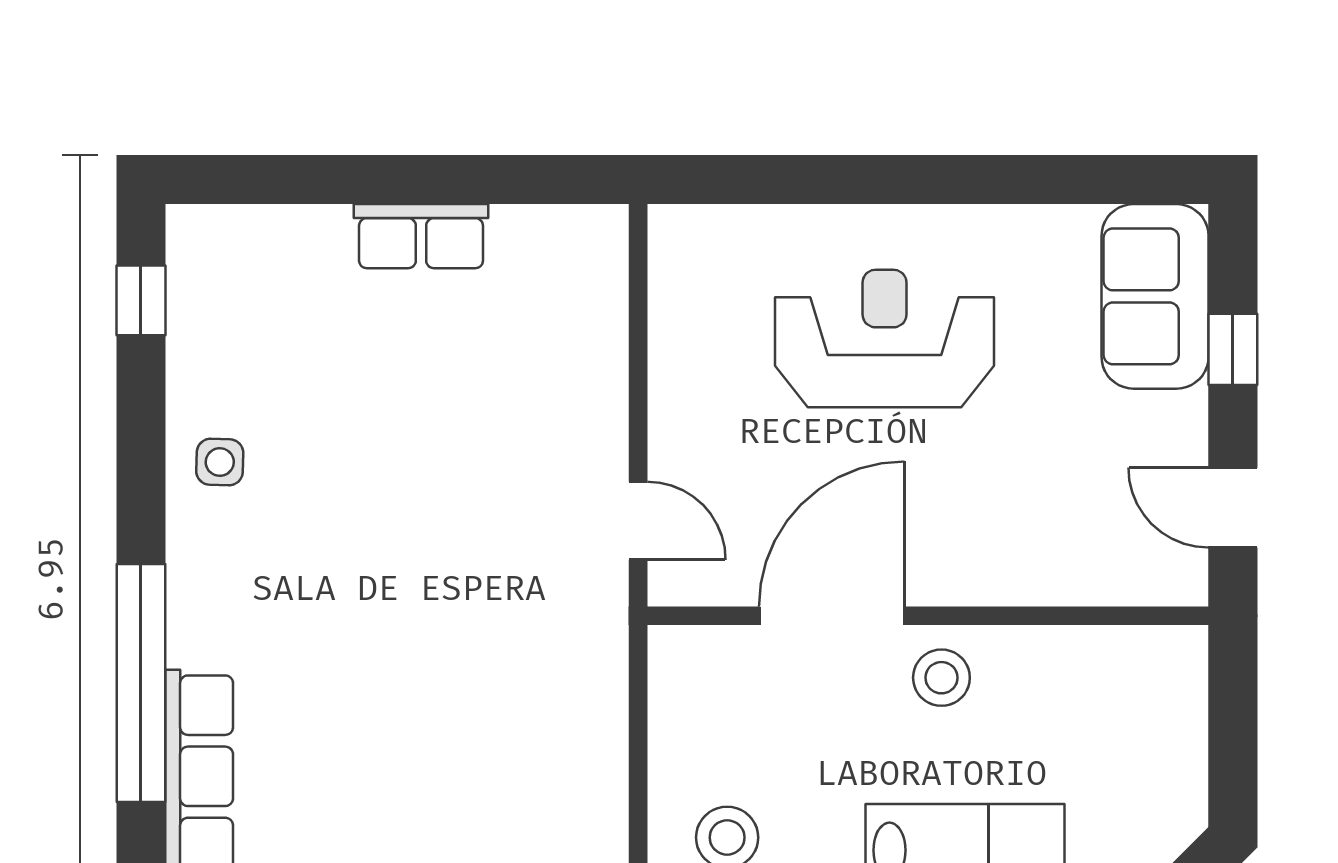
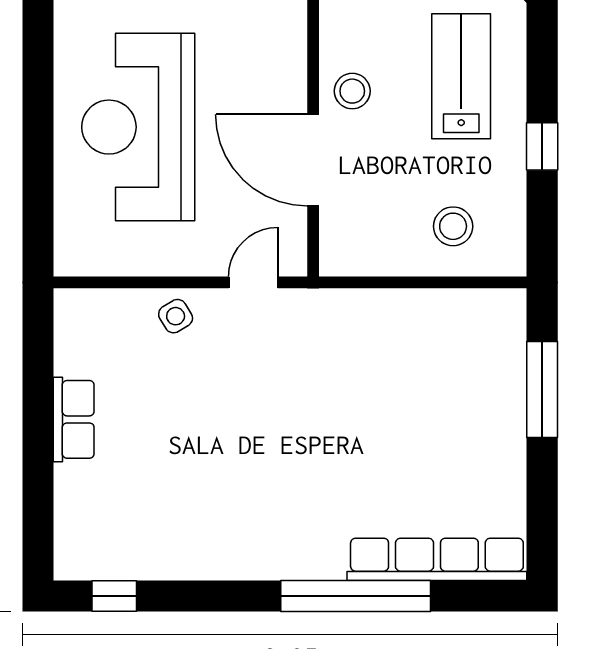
reception desk: (885, 338) -> (138, 127), width x1.36, depth x1.30
side table: (220, 462) -> (176, 316), moved, turned -33

